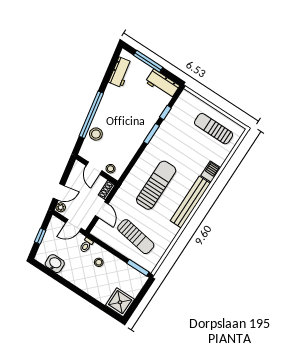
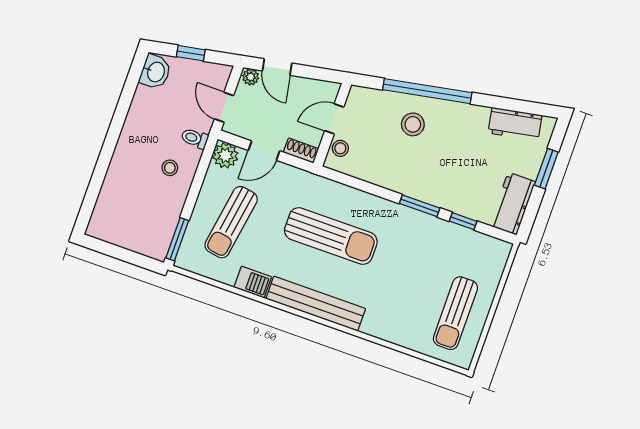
window: (148, 61) -> (546, 169), width x0.69
sun lounger: (214, 129) -> (455, 313), turned 180
stool: (96, 134) -> (413, 124), moved
barbecue: (211, 172) -> (253, 282), moved
plant: (99, 231) -> (225, 155), added
washbasin: (55, 264) -> (155, 72), moved
shower: (120, 302) -> (108, 223), removed

